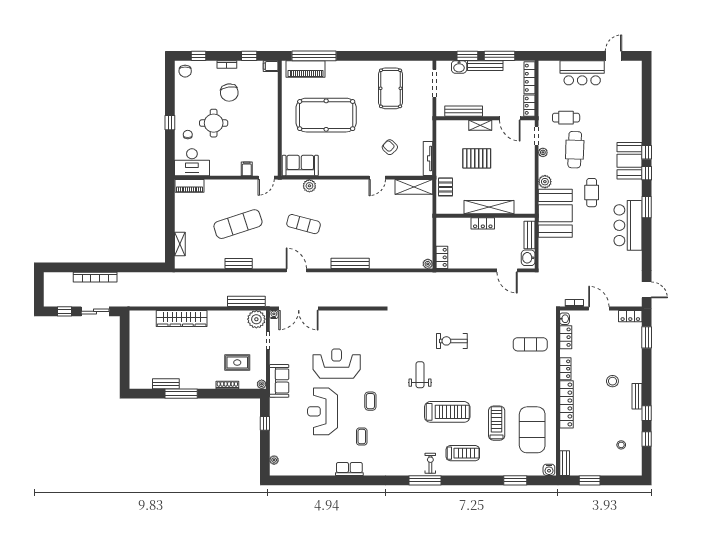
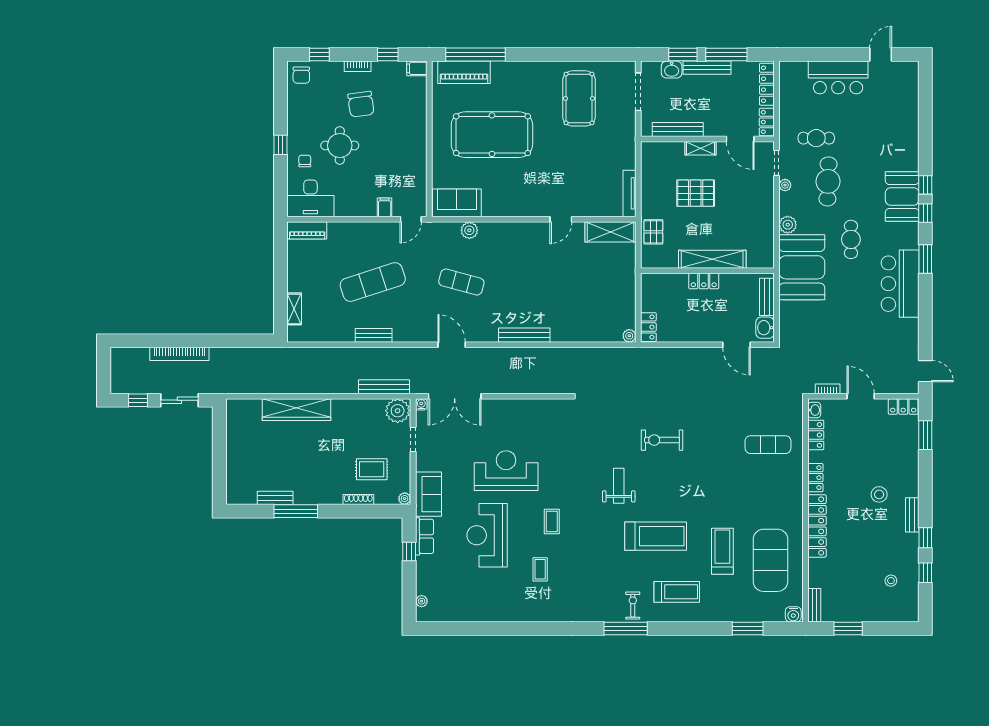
armchair: (390, 147) -> (578, 178), removed
row of seats: (349, 469) -> (424, 536), moved, turned 90

